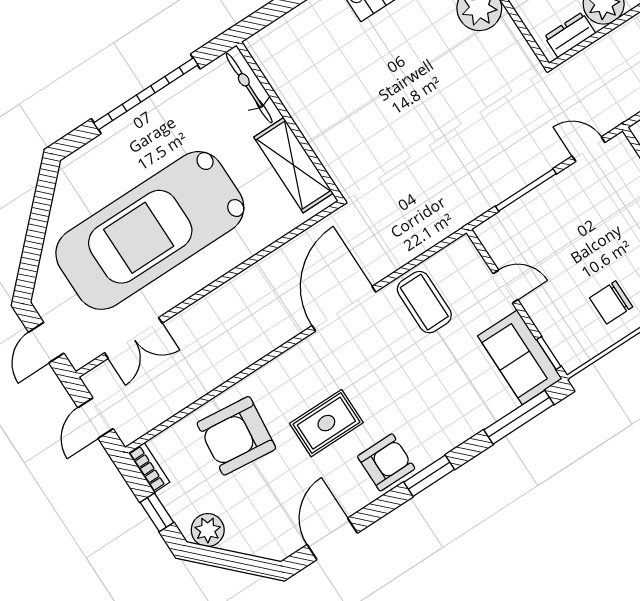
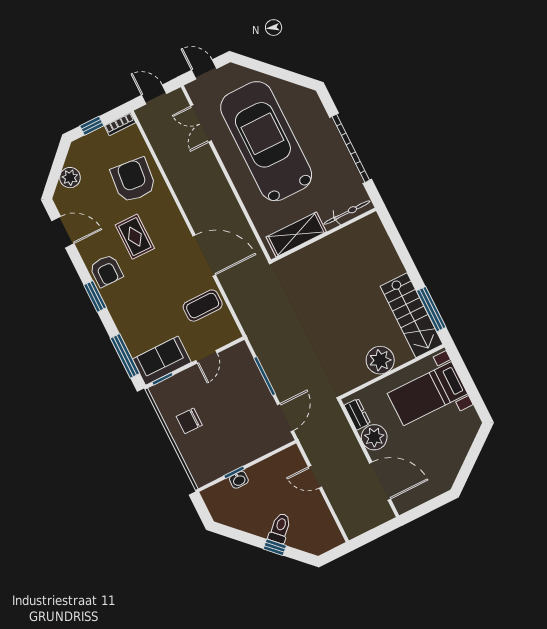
door: (589, 149) -> (285, 418), width x1.37
chair: (611, 302) -> (189, 421), turned -90
plant: (208, 530) -> (70, 178), moved

